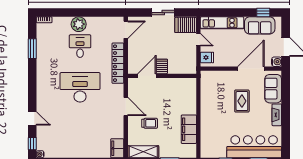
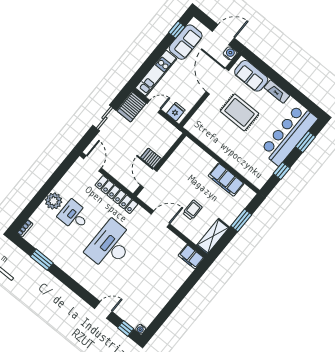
rug: (242, 101) -> (239, 112), width x1.36, depth x1.43

